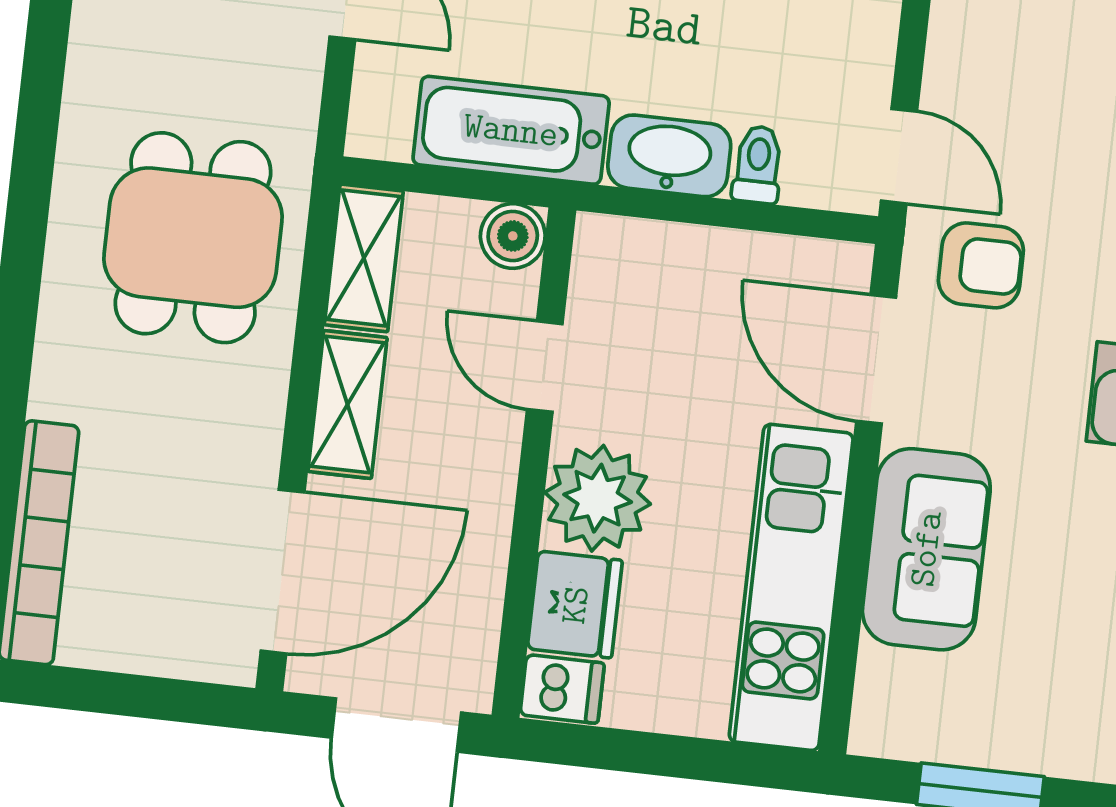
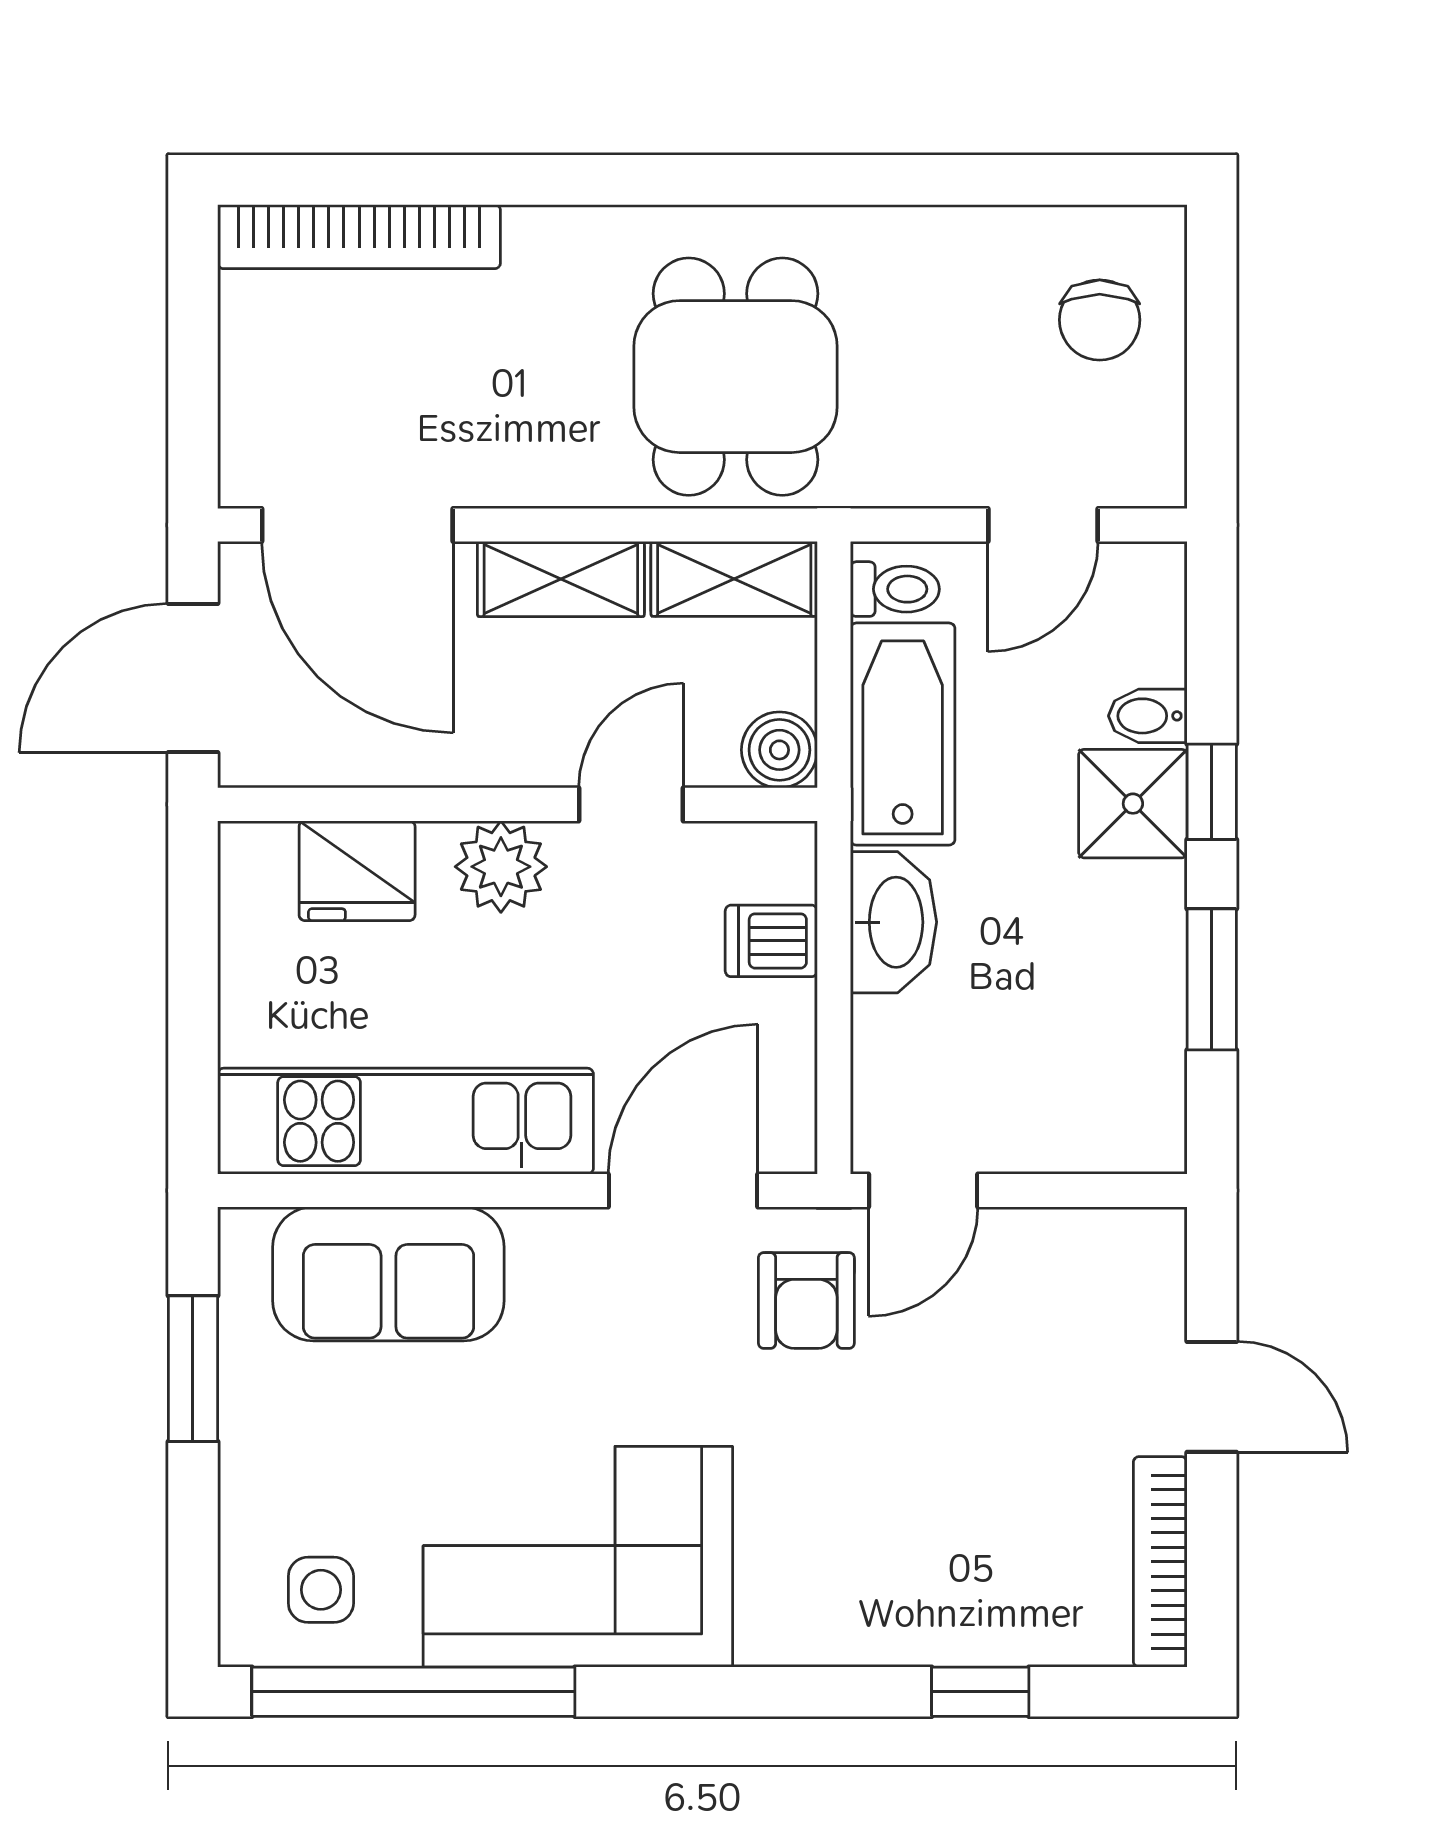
toilet: (758, 165) -> (895, 589), moved
dining table: (193, 238) -> (736, 377), turned 90
plant: (598, 498) -> (501, 867), width x0.73, depth x0.73
sofa: (926, 549) -> (388, 1274), moved
dishwasher: (562, 689) -> (771, 941), moved, turned 90

